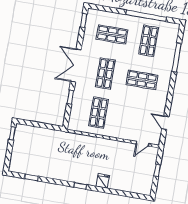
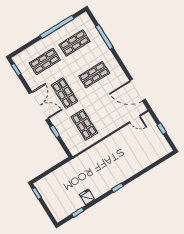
shop shelf: (149, 41) -> (74, 43), turned 90
double door: (76, 66) -> (39, 106), swing flipped
door: (165, 123) -> (138, 90), width x1.88
door: (143, 144) -> (135, 119), hinge flipped
fridge: (103, 181) -> (87, 197), moved

